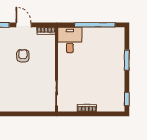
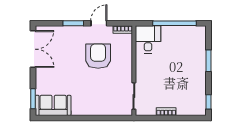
door: (24, 25) -> (99, 23), hinge flipped
armchair: (23, 56) -> (98, 56), width x1.88, depth x1.88

